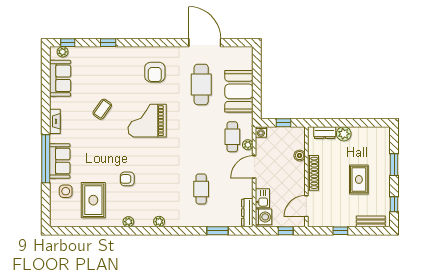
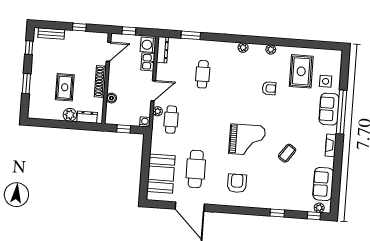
booth: (239, 91) -> (161, 174), moved
rug: (359, 179) -> (65, 87), moved

